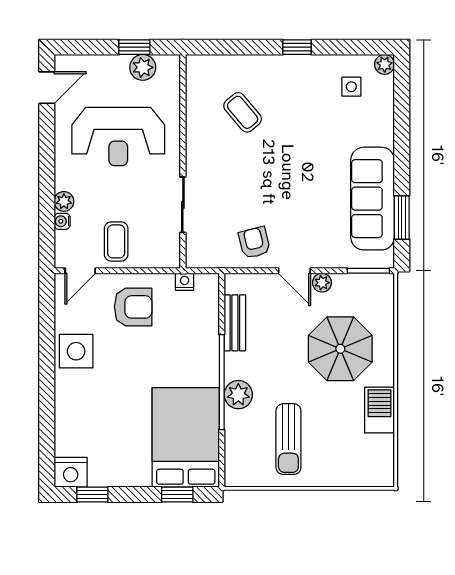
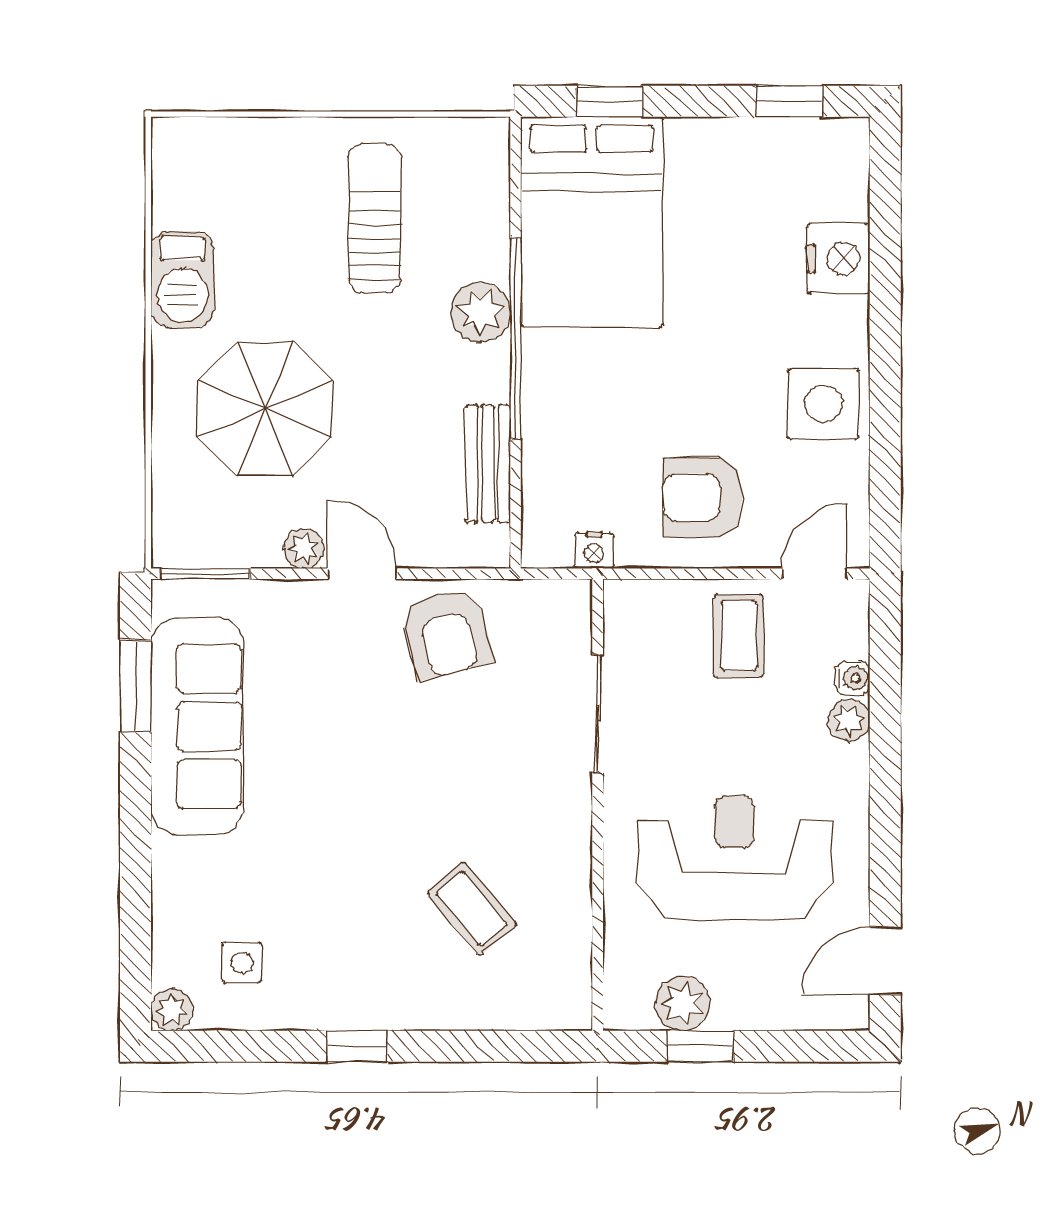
armchair: (254, 243) -> (447, 633), width x1.38, depth x1.38
nightstand: (71, 472) -> (838, 259), moved, turned 90

